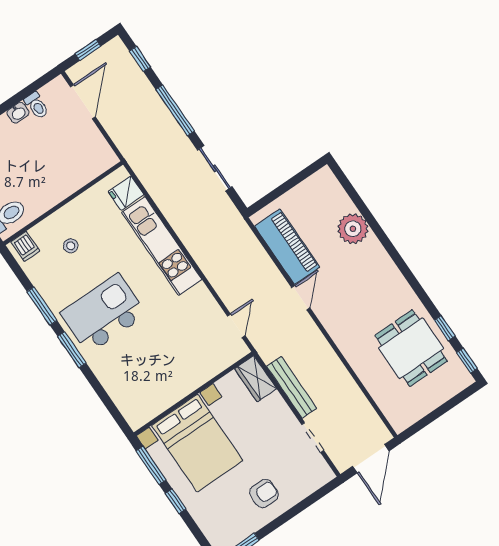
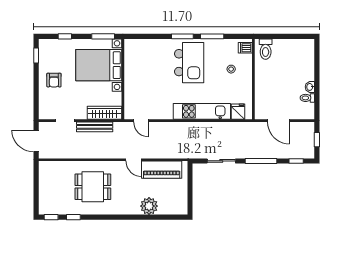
door: (83, 102) -> (278, 121), moved
dining table: (411, 348) -> (93, 187), moved
wardrobe: (256, 379) -> (104, 113), width x1.50
window: (176, 501) -> (65, 36), moved

